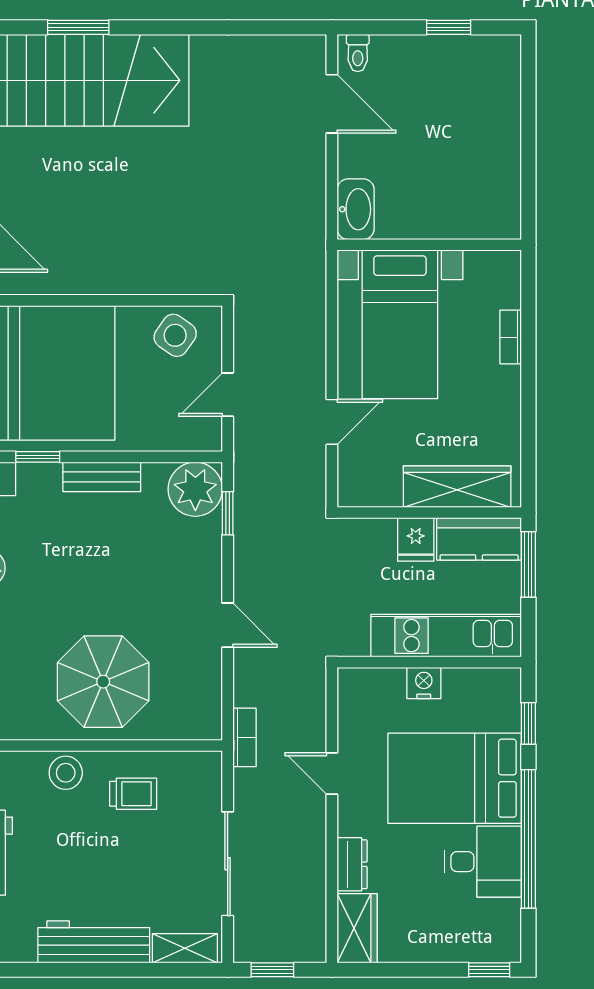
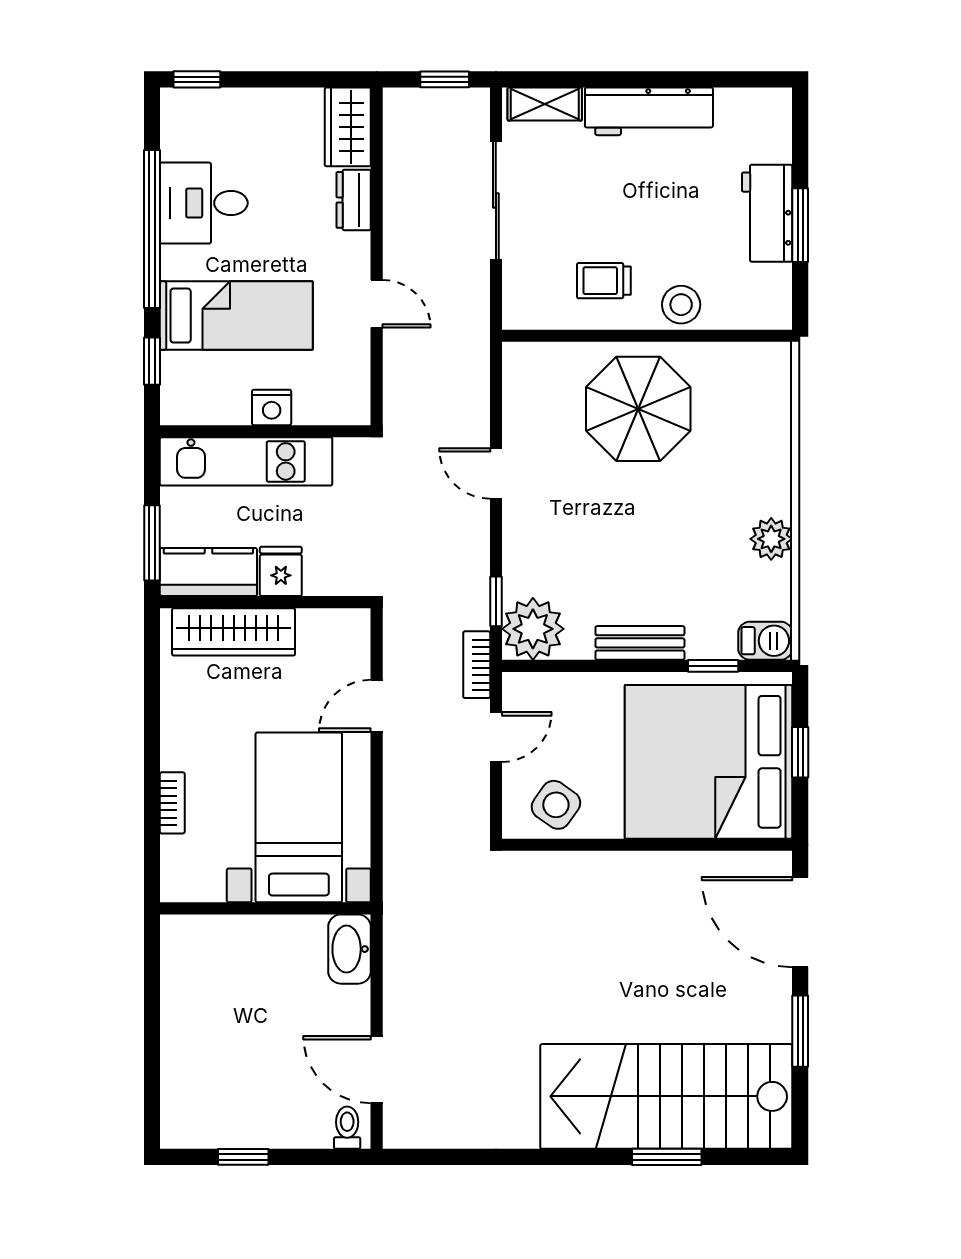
bookcase: (244, 737) -> (477, 665), moved
bed: (455, 778) -> (236, 316), width x0.67

